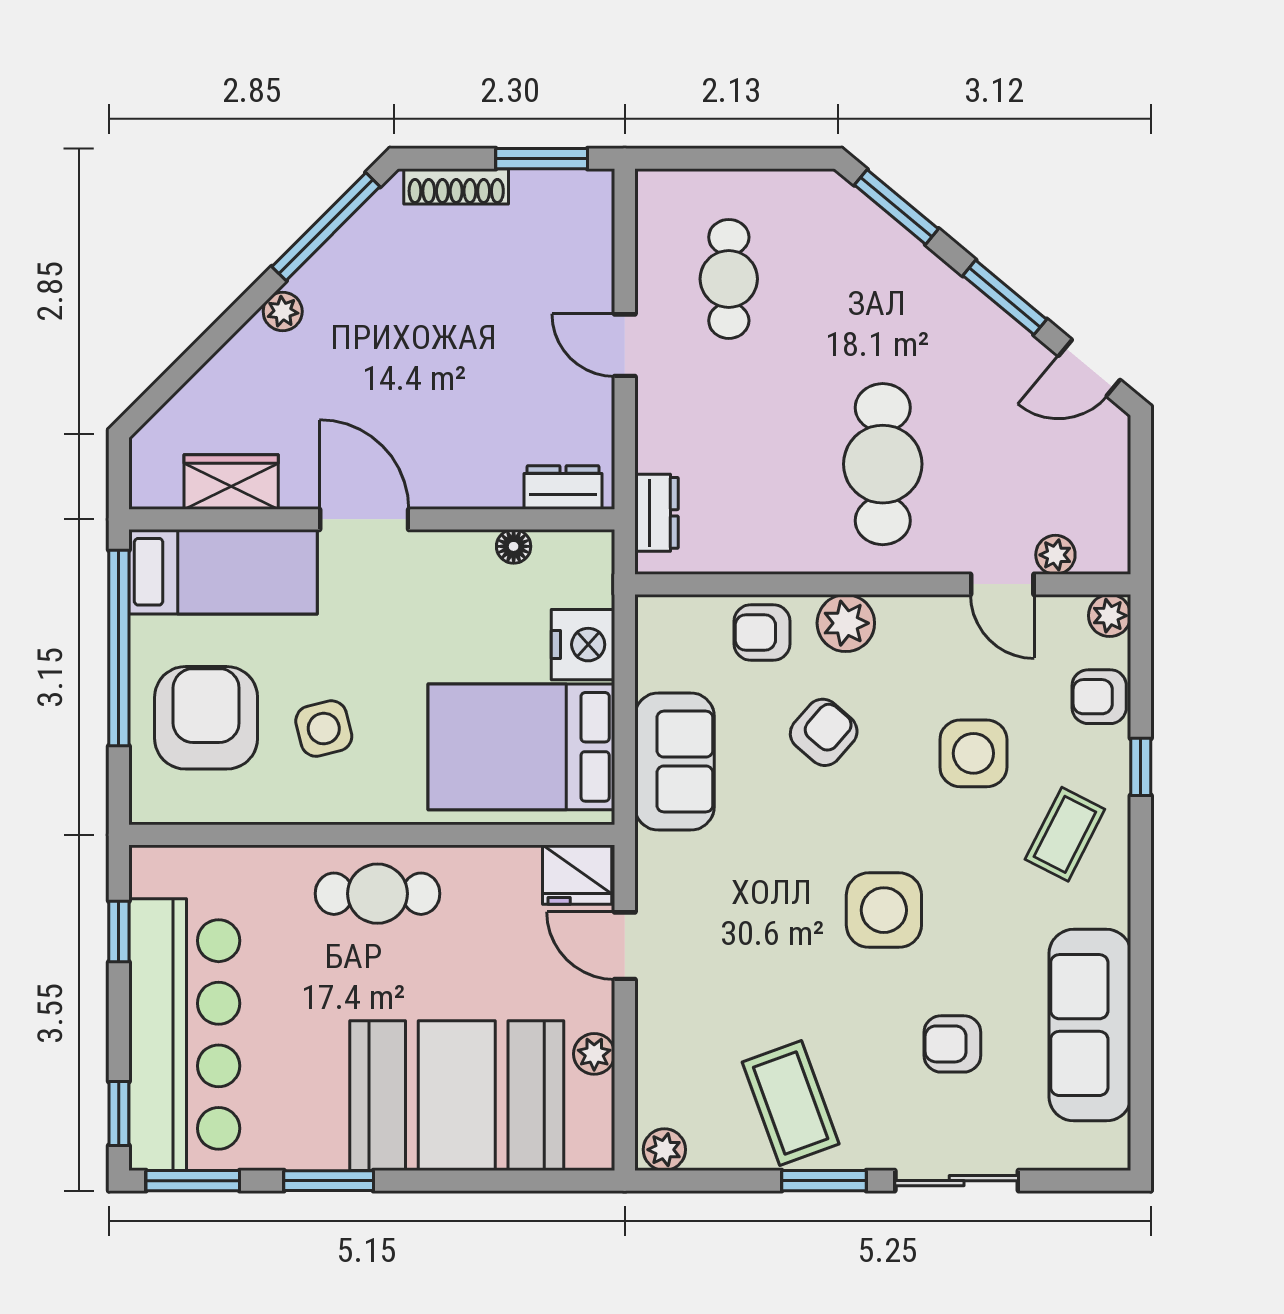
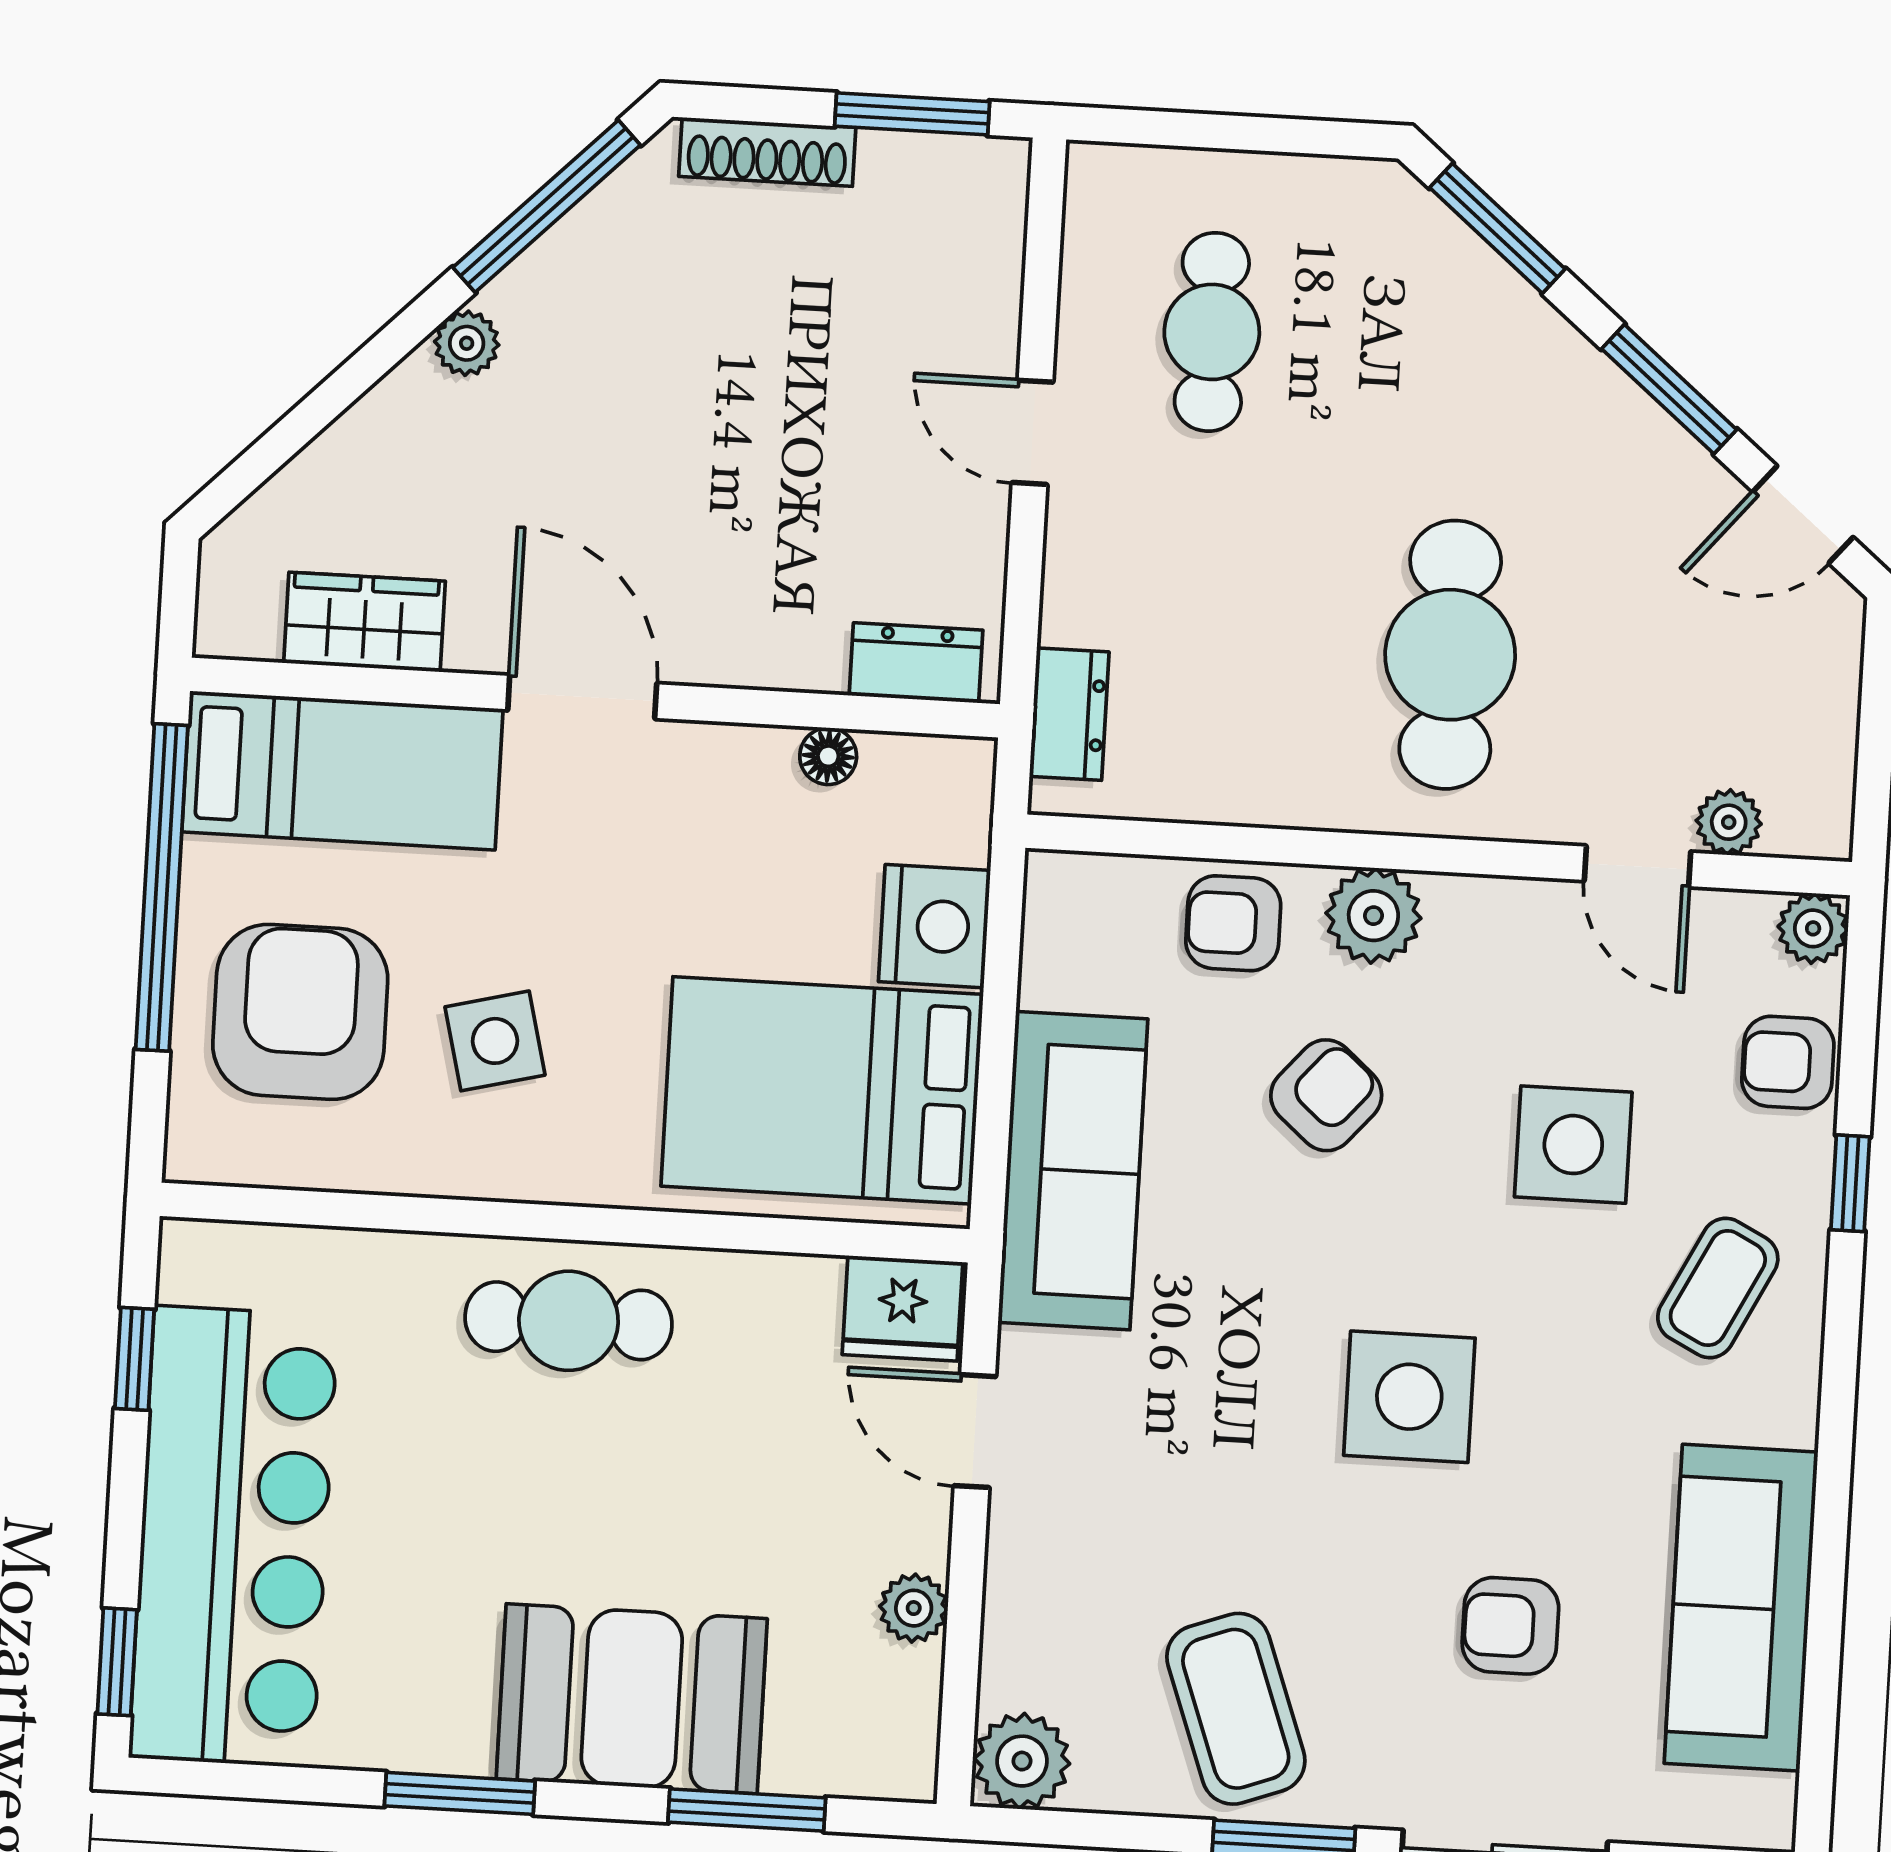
sofa: (674, 762) -> (1073, 1171), width x1.36
booth: (457, 1096) -> (632, 1699), width x0.73, depth x0.70
plant: (664, 1150) -> (1022, 1761), width x1.38, depth x1.38
window: (193, 1181) -> (747, 1810), moved

